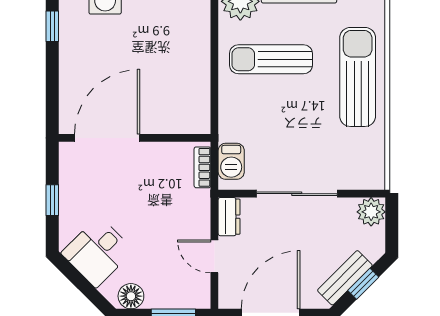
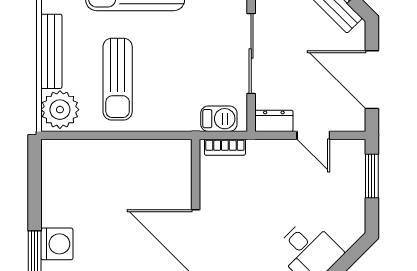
door: (214, 256) -> (313, 135), hinge flipped
floor lamp: (131, 296) -> (353, 218), removed

